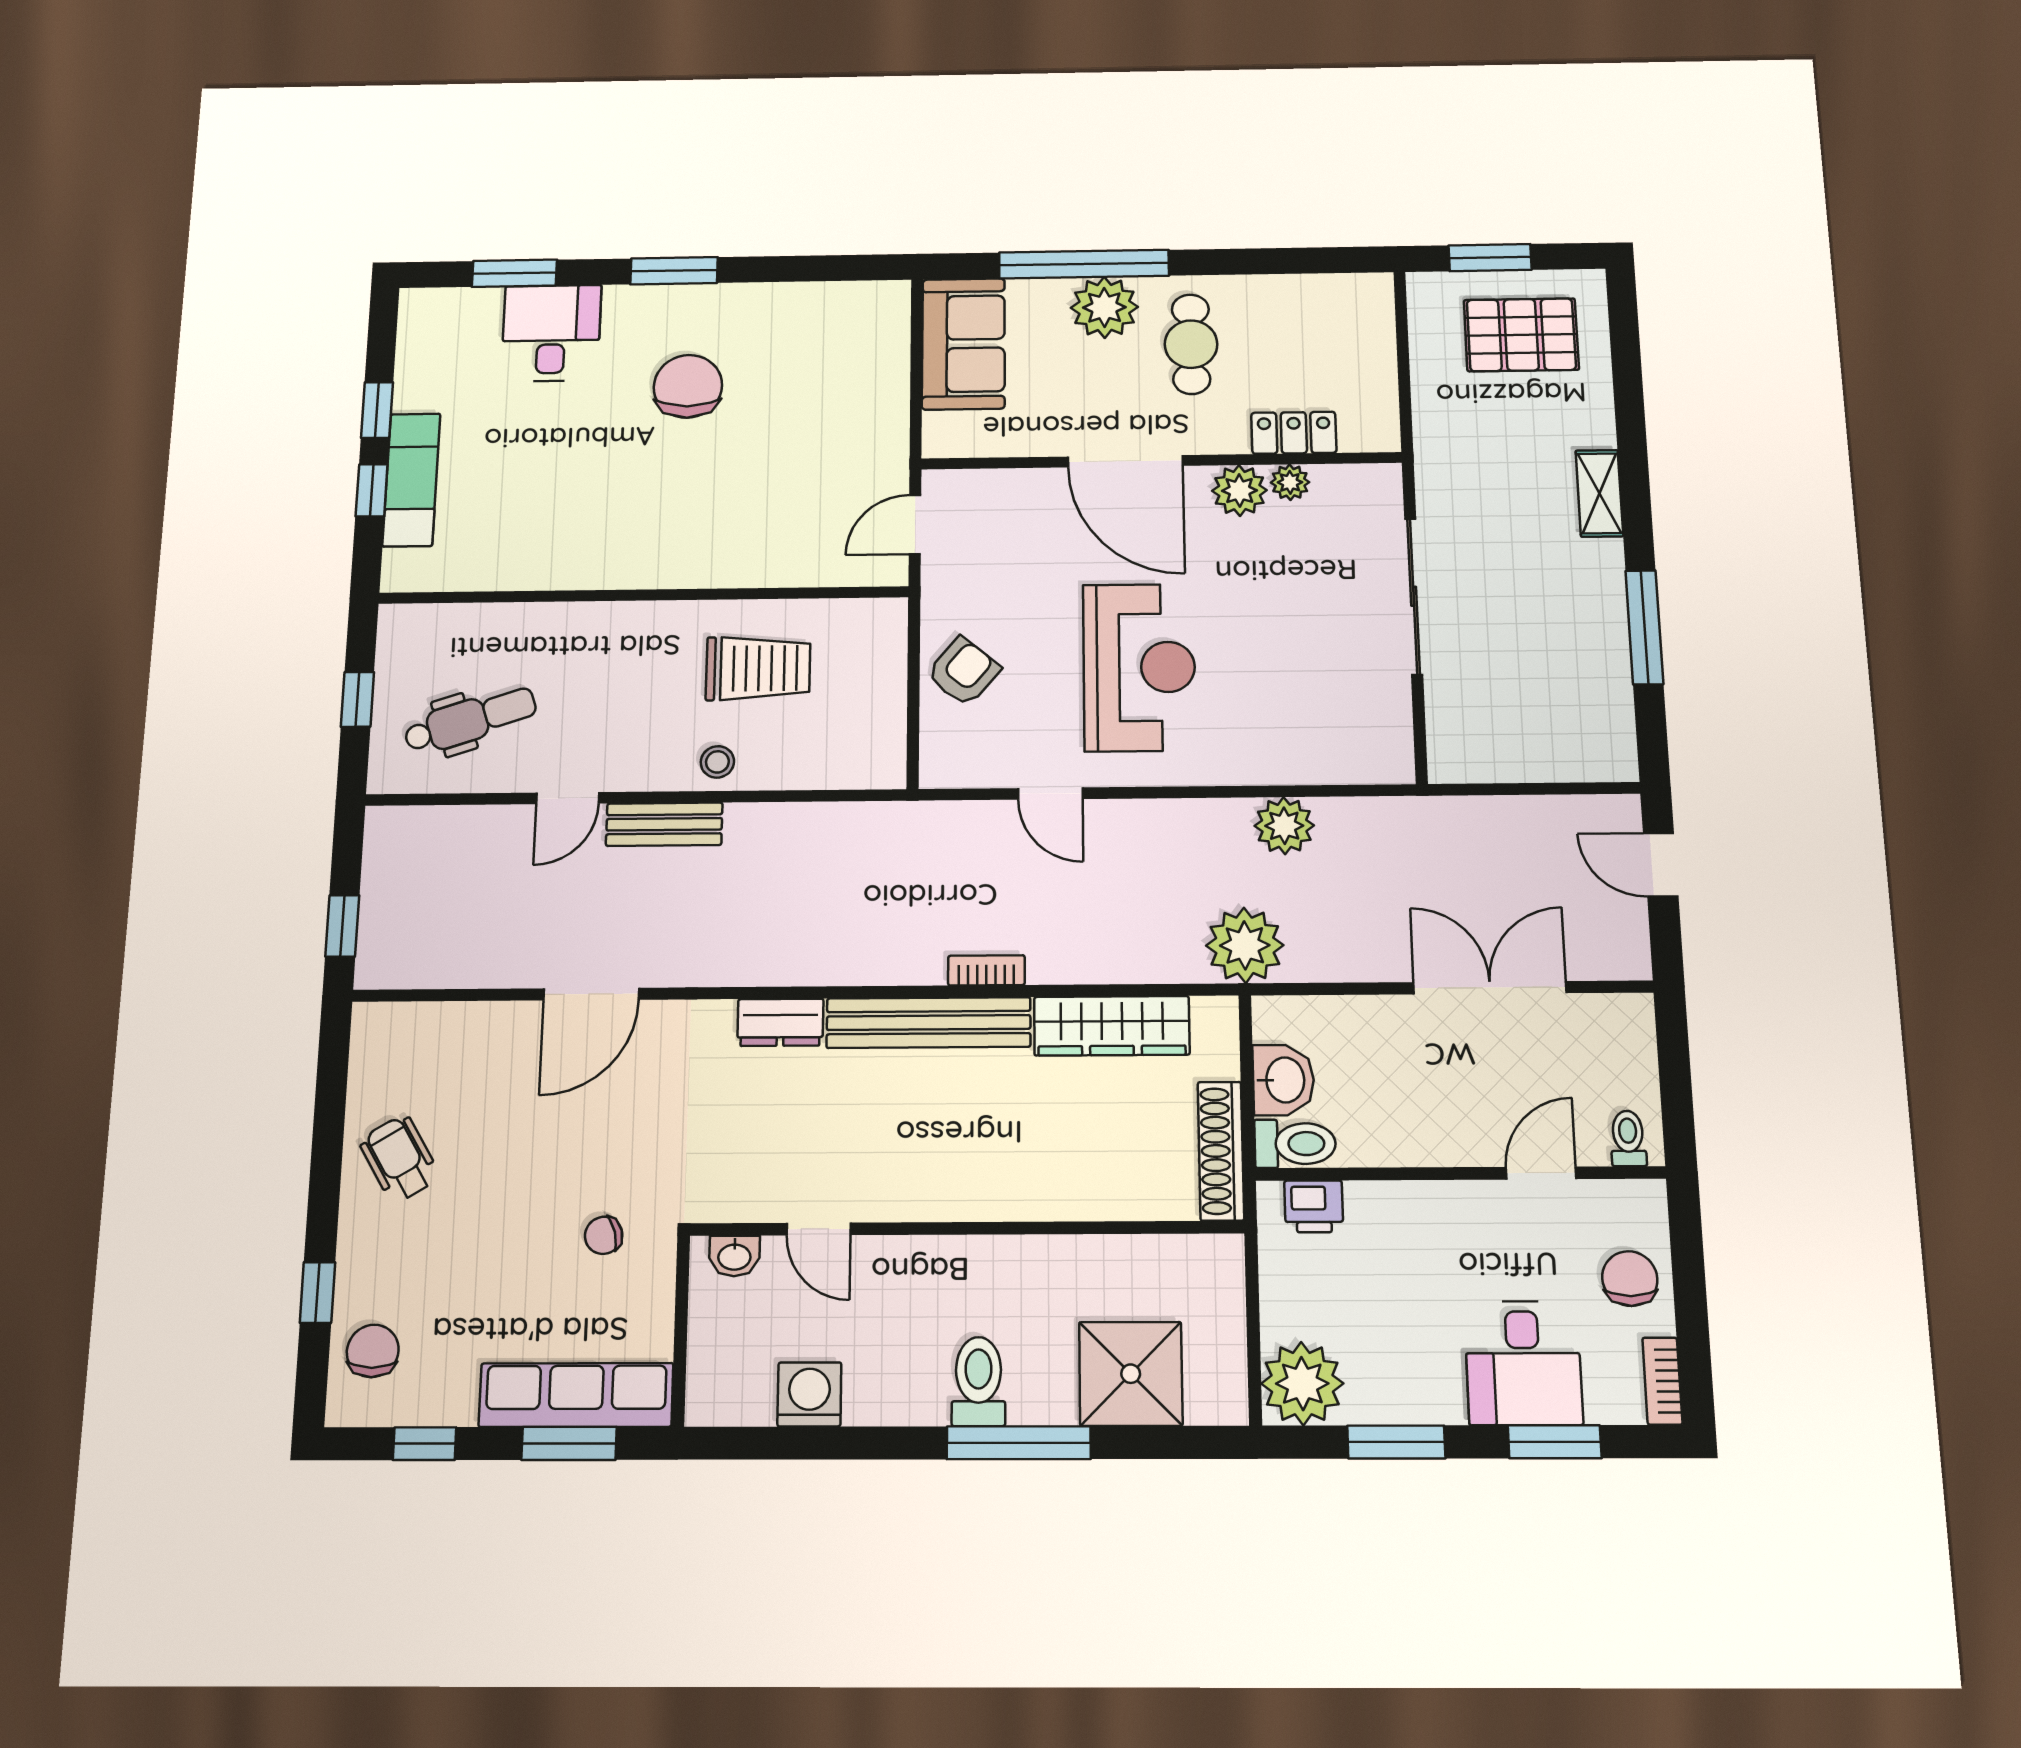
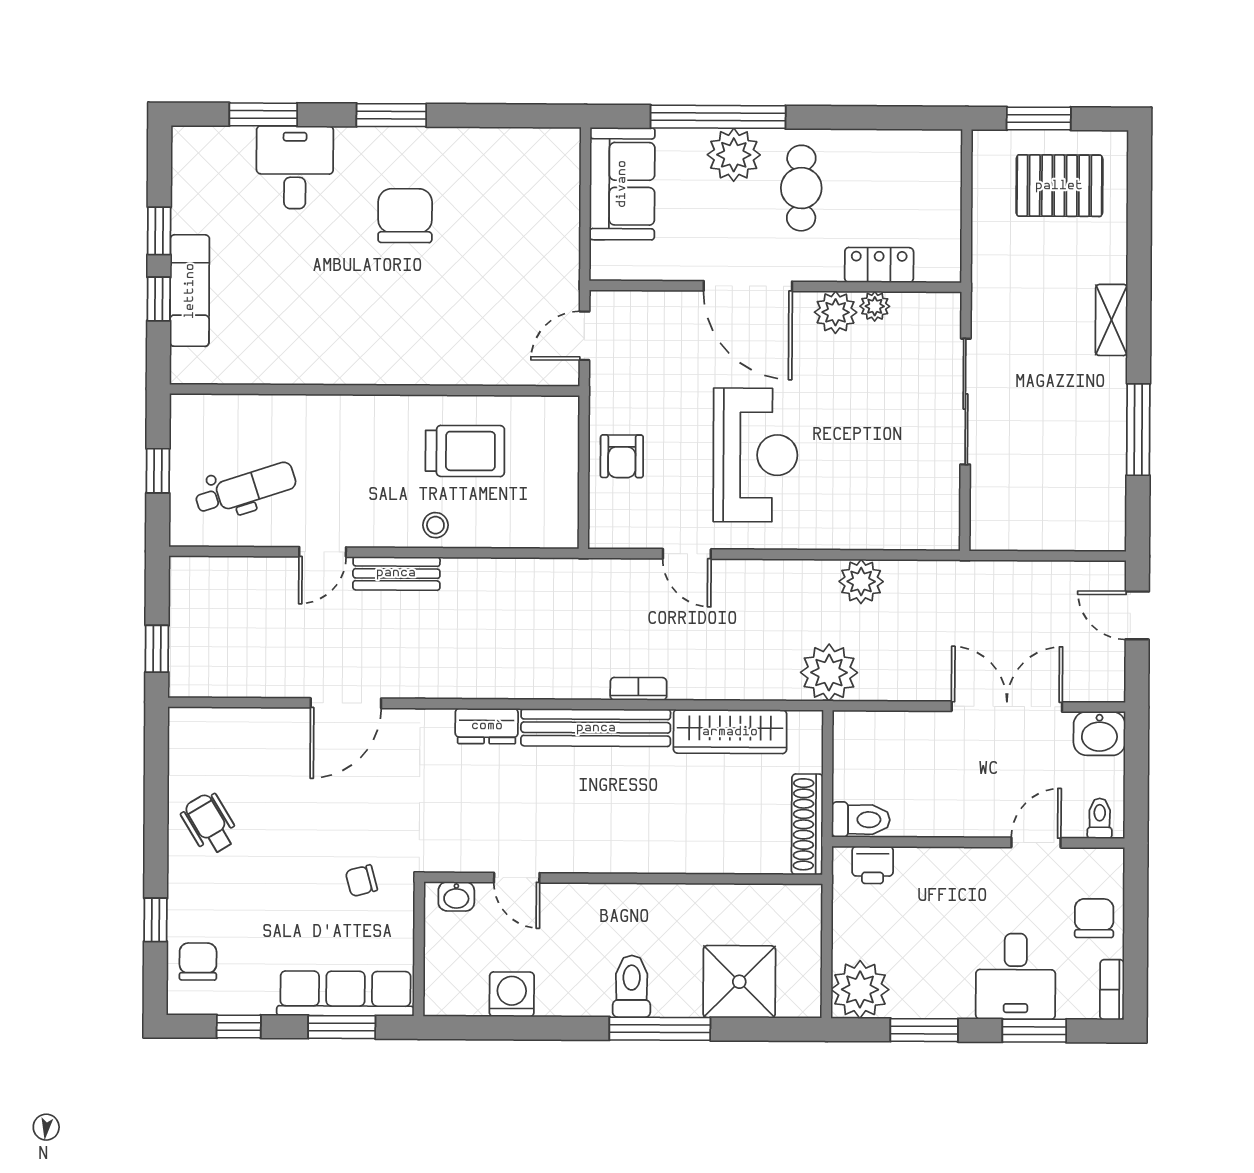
armchair: (963, 672) -> (622, 456), turned 140
washbasin: (1283, 1080) -> (1099, 733), moved, turned 90

